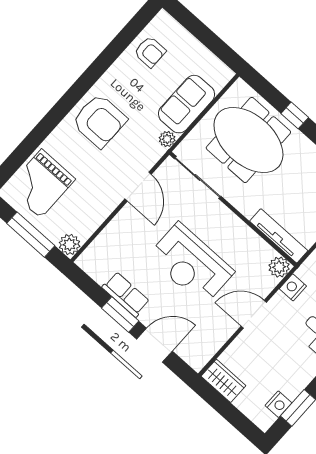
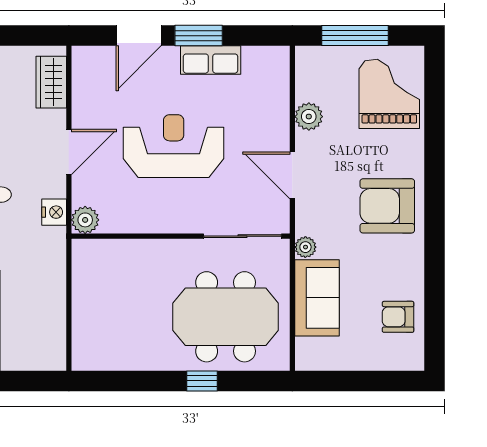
tv unit: (279, 236) -> (113, 250), removed
plant: (69, 244) -> (309, 117), moved
wardrobe: (223, 381) -> (51, 82), moved, turned 90

